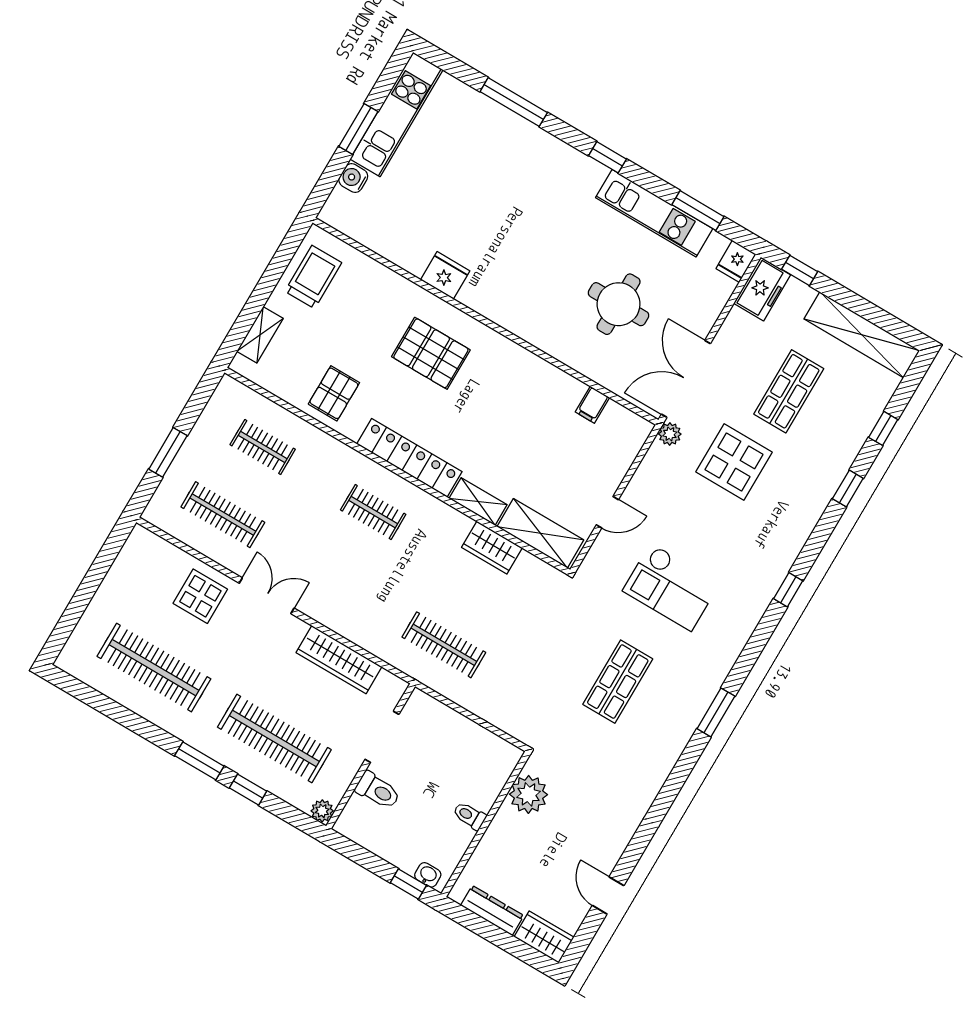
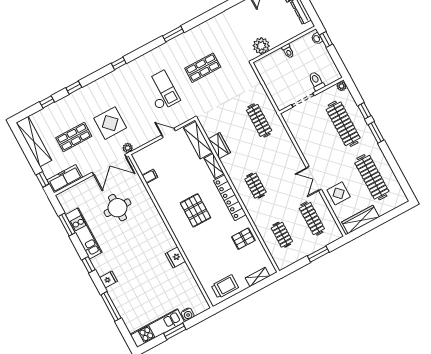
fridge: (736, 261) -> (108, 279), moved
trolley: (313, 277) -> (225, 286), turned 180
freezer: (762, 289) -> (65, 179), width x1.40
pallet: (431, 353) -> (195, 210), moved
wardrobe: (339, 660) -> (361, 220), moved, turned -90

